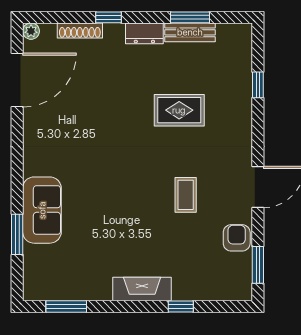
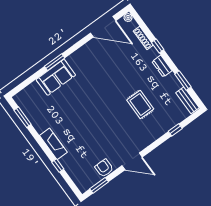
bench: (190, 32) -> (188, 100), moved
coffee table: (186, 195) -> (106, 133), removed
window: (17, 234) -> (55, 62), moved
armchair: (237, 238) -> (104, 168), turned -90

